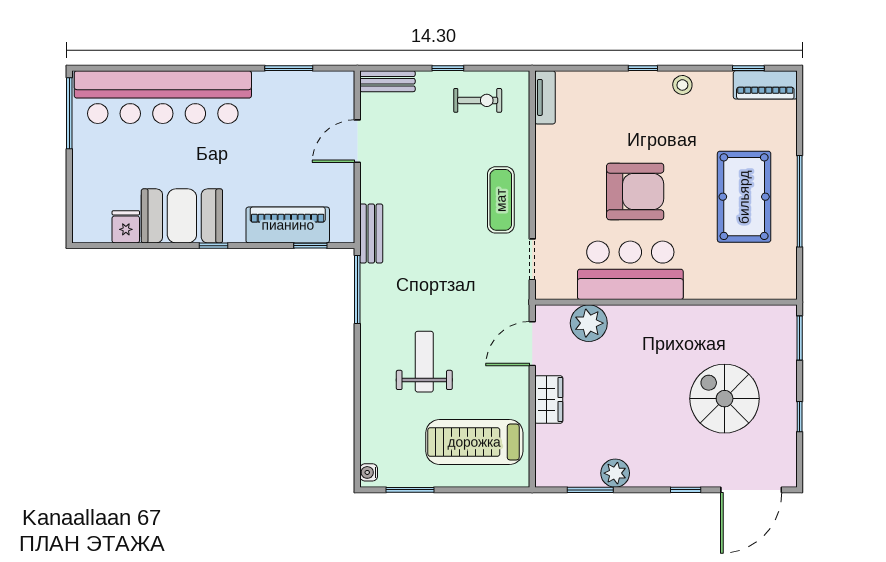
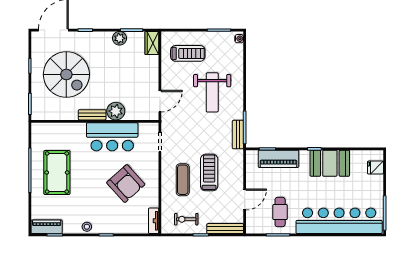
bench: (387, 81) -> (225, 229), width x1.36
cafe table: (284, 115) -> (280, 212), added
armchair: (635, 191) -> (126, 184), moved, turned -132
treadmill: (431, 197) -> (209, 173), added
exercise mat: (501, 200) -> (183, 180), moved
fridge: (126, 227) -> (375, 168), moved, turned 90
bench: (371, 233) -> (238, 135), moved
bench: (671, 316) -> (92, 115), added
plant: (589, 323) -> (116, 111), moved
weight bench: (424, 362) -> (212, 92), width x1.36, depth x1.33
wardrobe: (549, 399) -> (152, 43), moved
spiral stairs: (725, 399) -> (66, 74), width x1.37, depth x1.37
treadmill: (474, 442) -> (188, 53), width x0.73, depth x0.73

